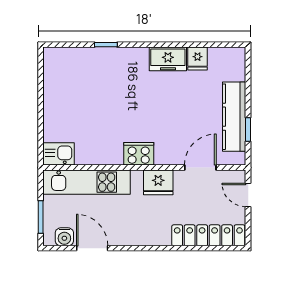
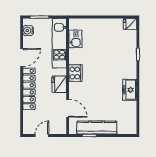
fridge: (198, 59) -> (130, 24), moved
kitchen sink: (59, 154) -> (75, 39), moved
door: (248, 195) -> (42, 136), moved
locker: (208, 235) -> (29, 89), moved
door: (92, 248) -> (22, 58), moved

